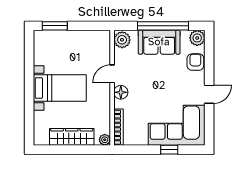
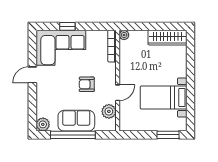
plant: (122, 40) -> (109, 111), moved
armchair: (195, 62) -> (87, 84), moved, turned 90
bed with nightstands: (60, 88) -> (164, 98), moved
floor lamp: (121, 92) -> (110, 77), removed
wardrobe: (72, 137) -> (167, 38), moved

